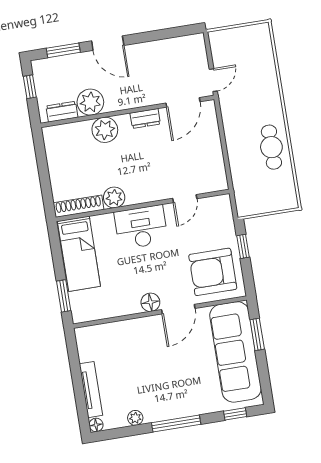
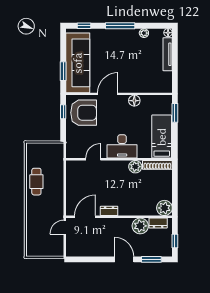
plant: (105, 130) -> (164, 208), moved
window: (243, 246) -> (63, 112), moved
floor lamp: (150, 302) -> (134, 101), moved

